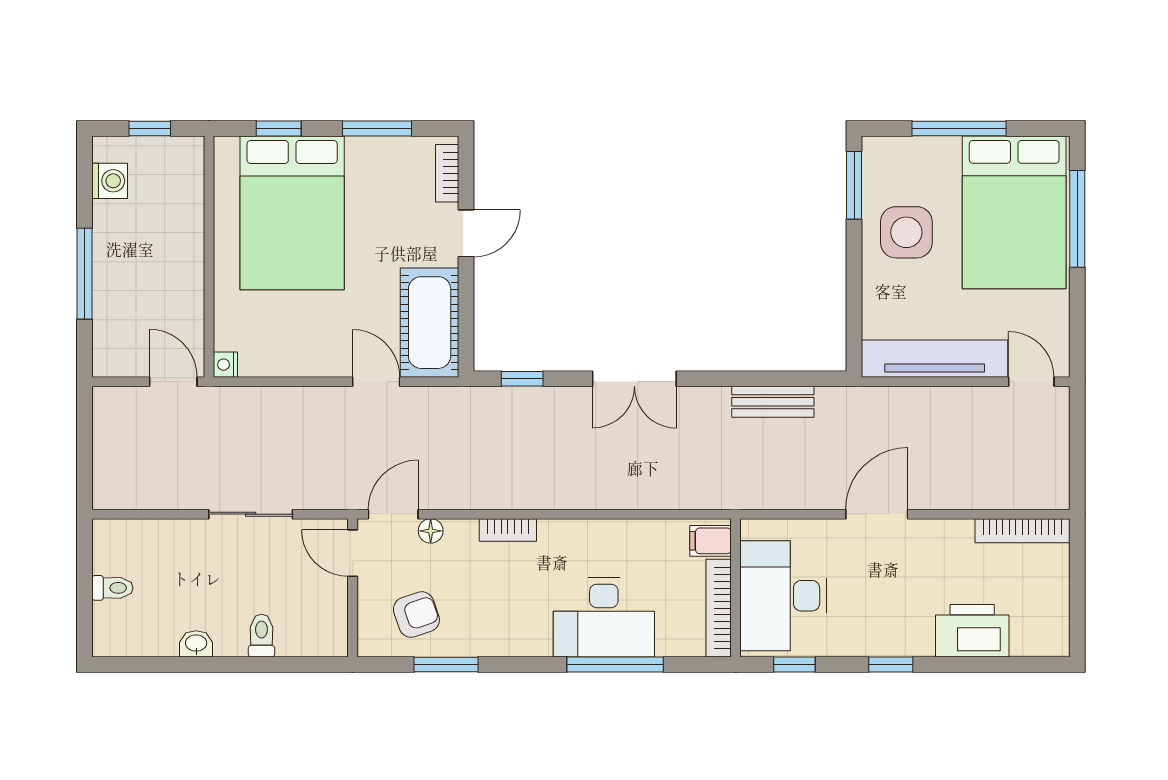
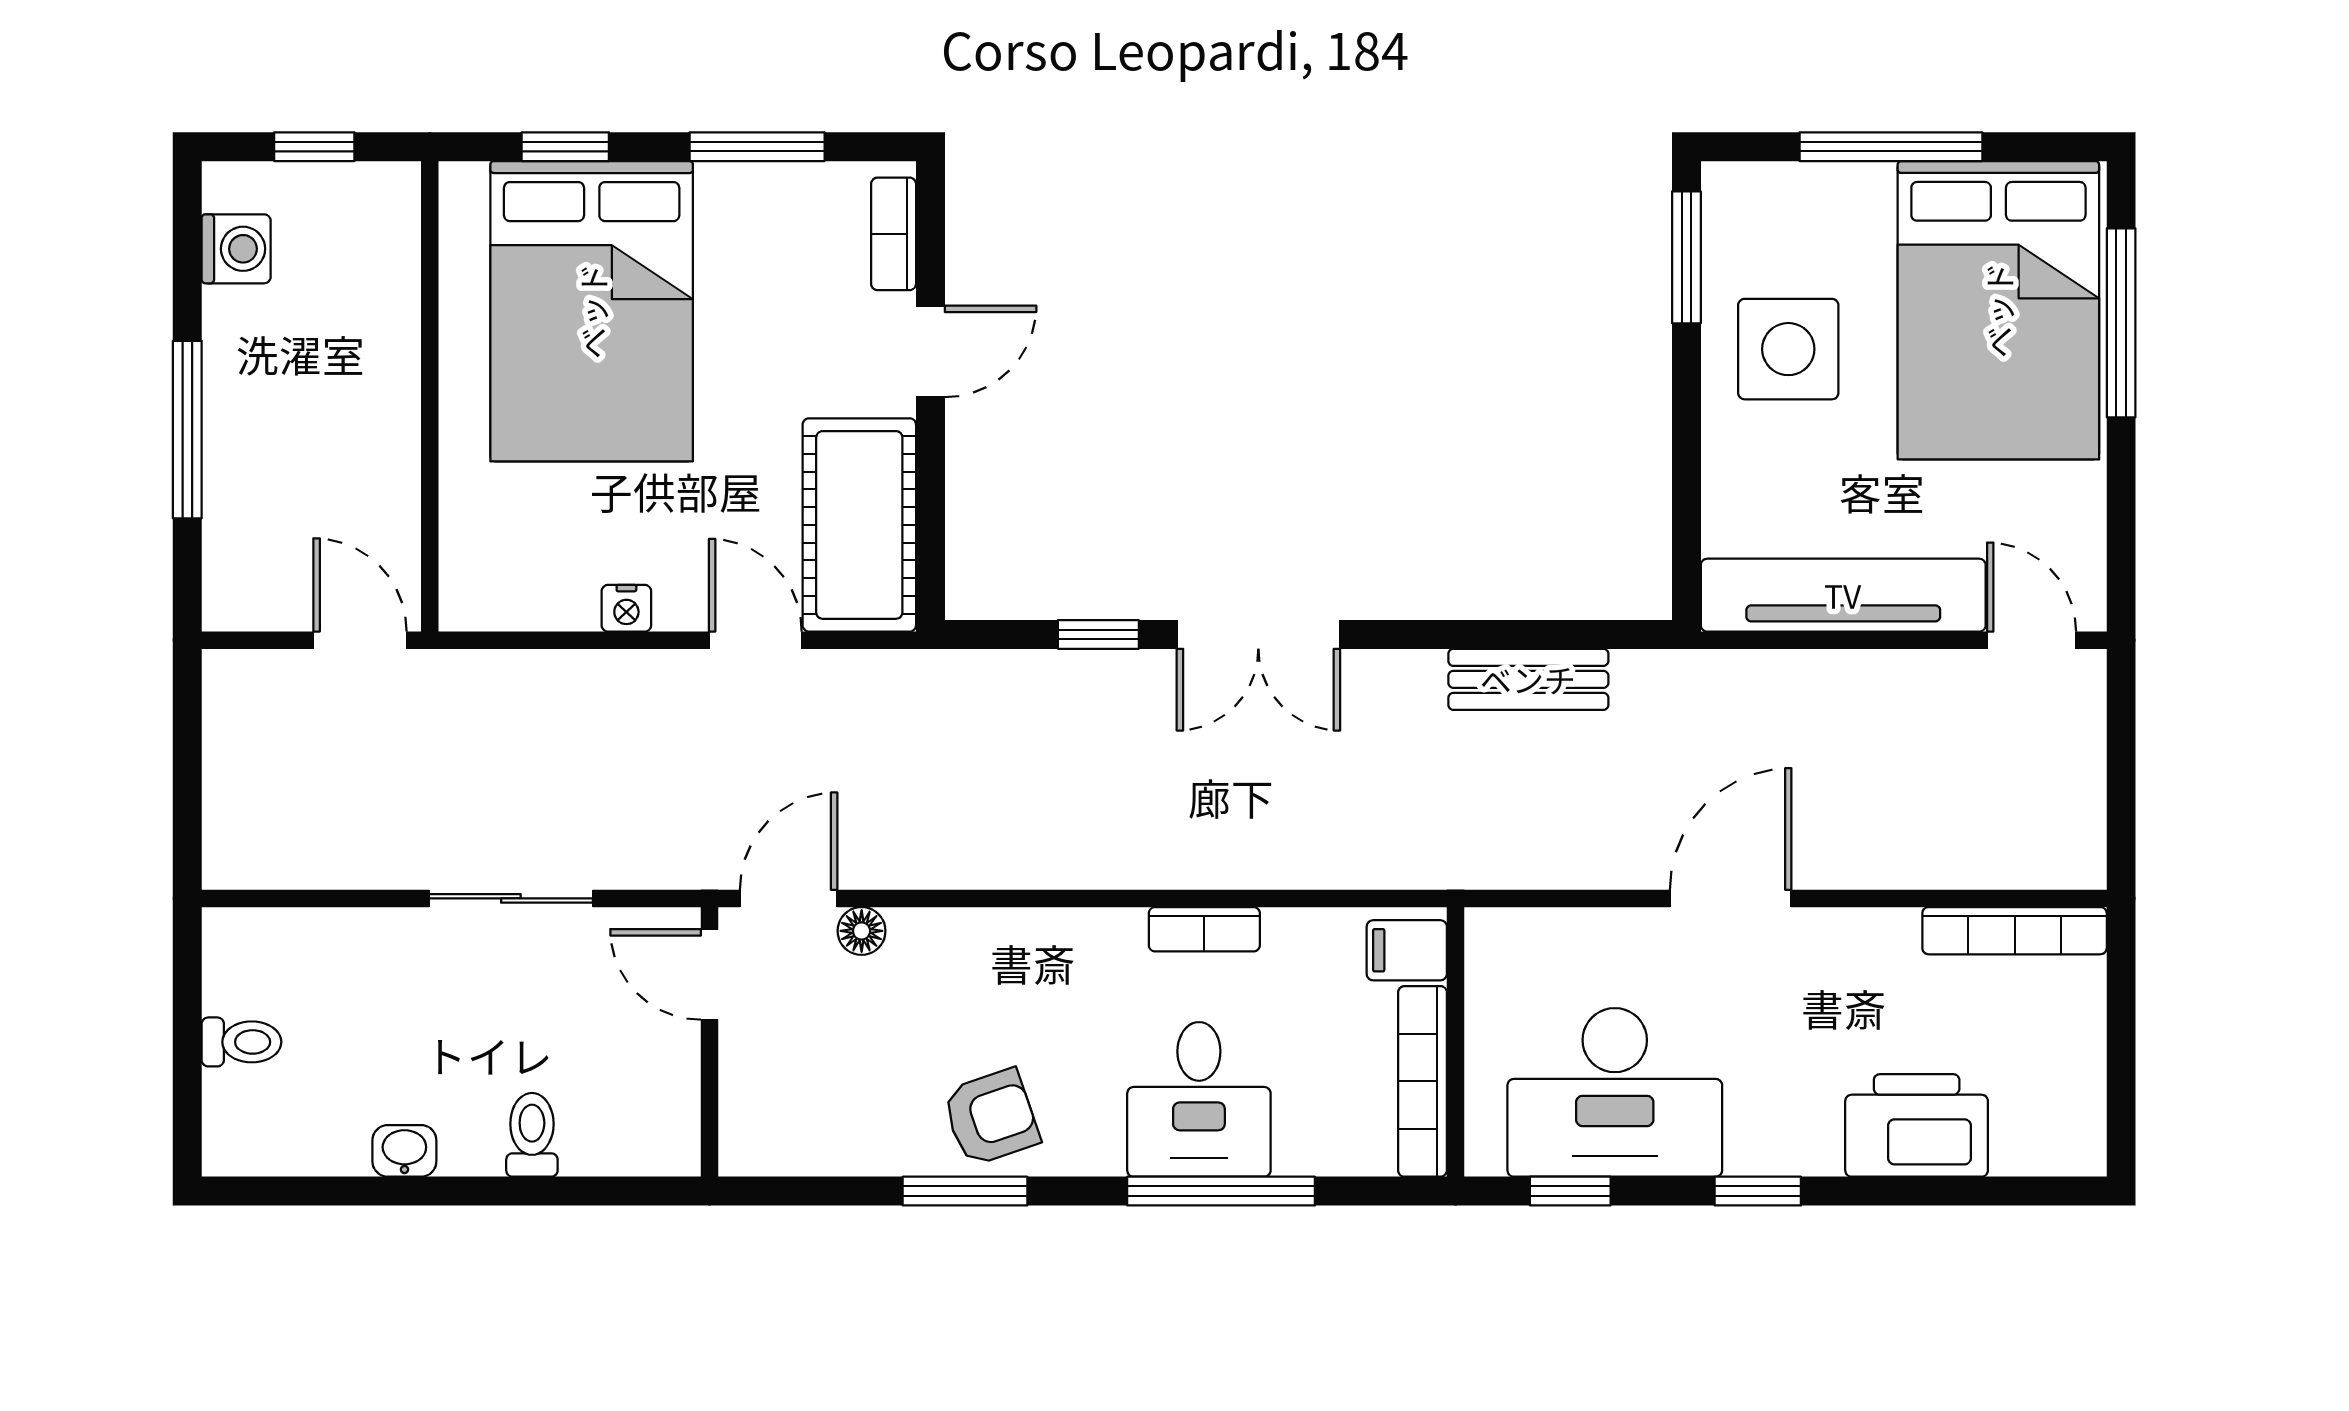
nightstand: (225, 365) -> (626, 608), moved, turned -90
window: (522, 379) -> (1098, 634), moved
bookcase: (508, 530) -> (1204, 929), moved
desk: (783, 596) -> (1615, 1092), moved, turned -90
armchair: (416, 614) -> (991, 1117), moved
desk: (604, 617) -> (1199, 1099), width x0.73
window: (446, 664) -> (965, 1191), moved

